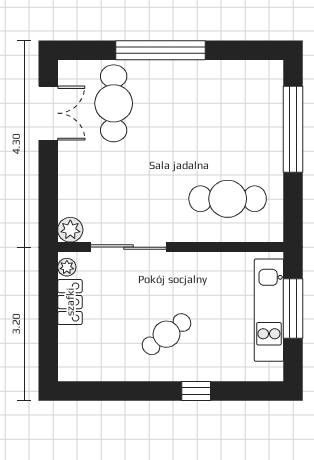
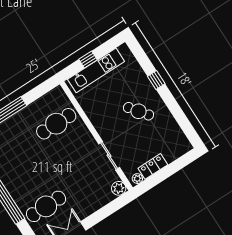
cafe table: (228, 199) -> (56, 124), turned 90
sliding door: (128, 247) -> (109, 156), width x0.73
window: (293, 309) -> (88, 60), width x0.46

